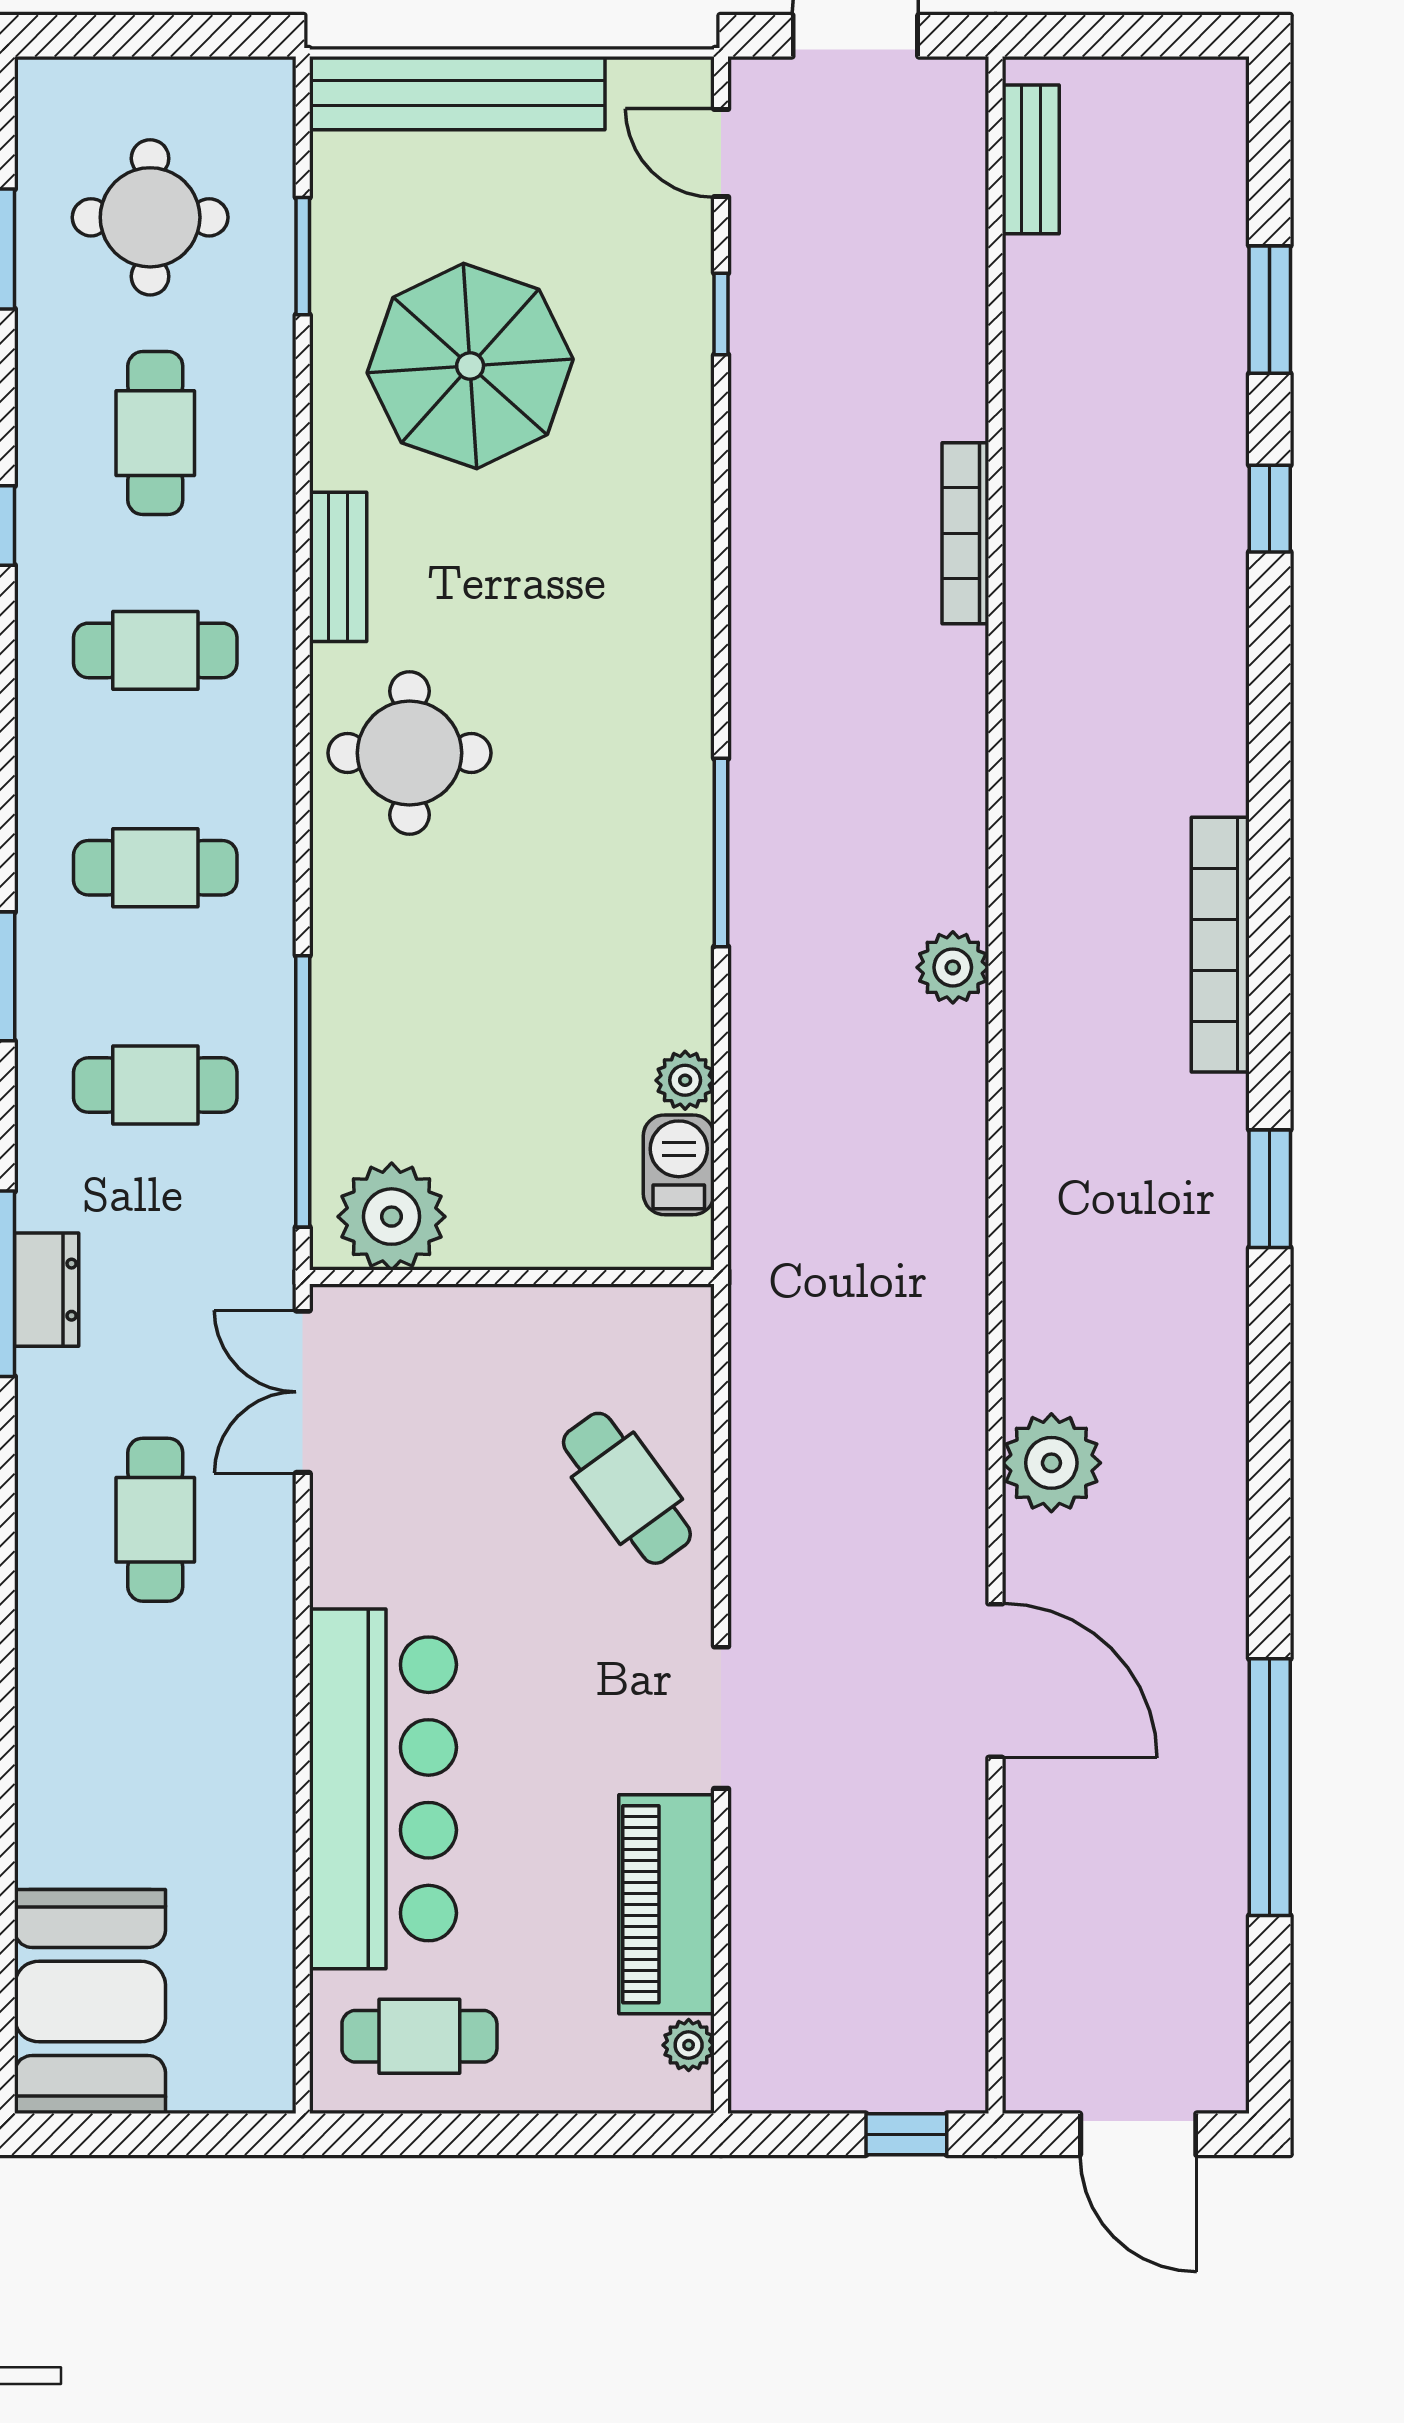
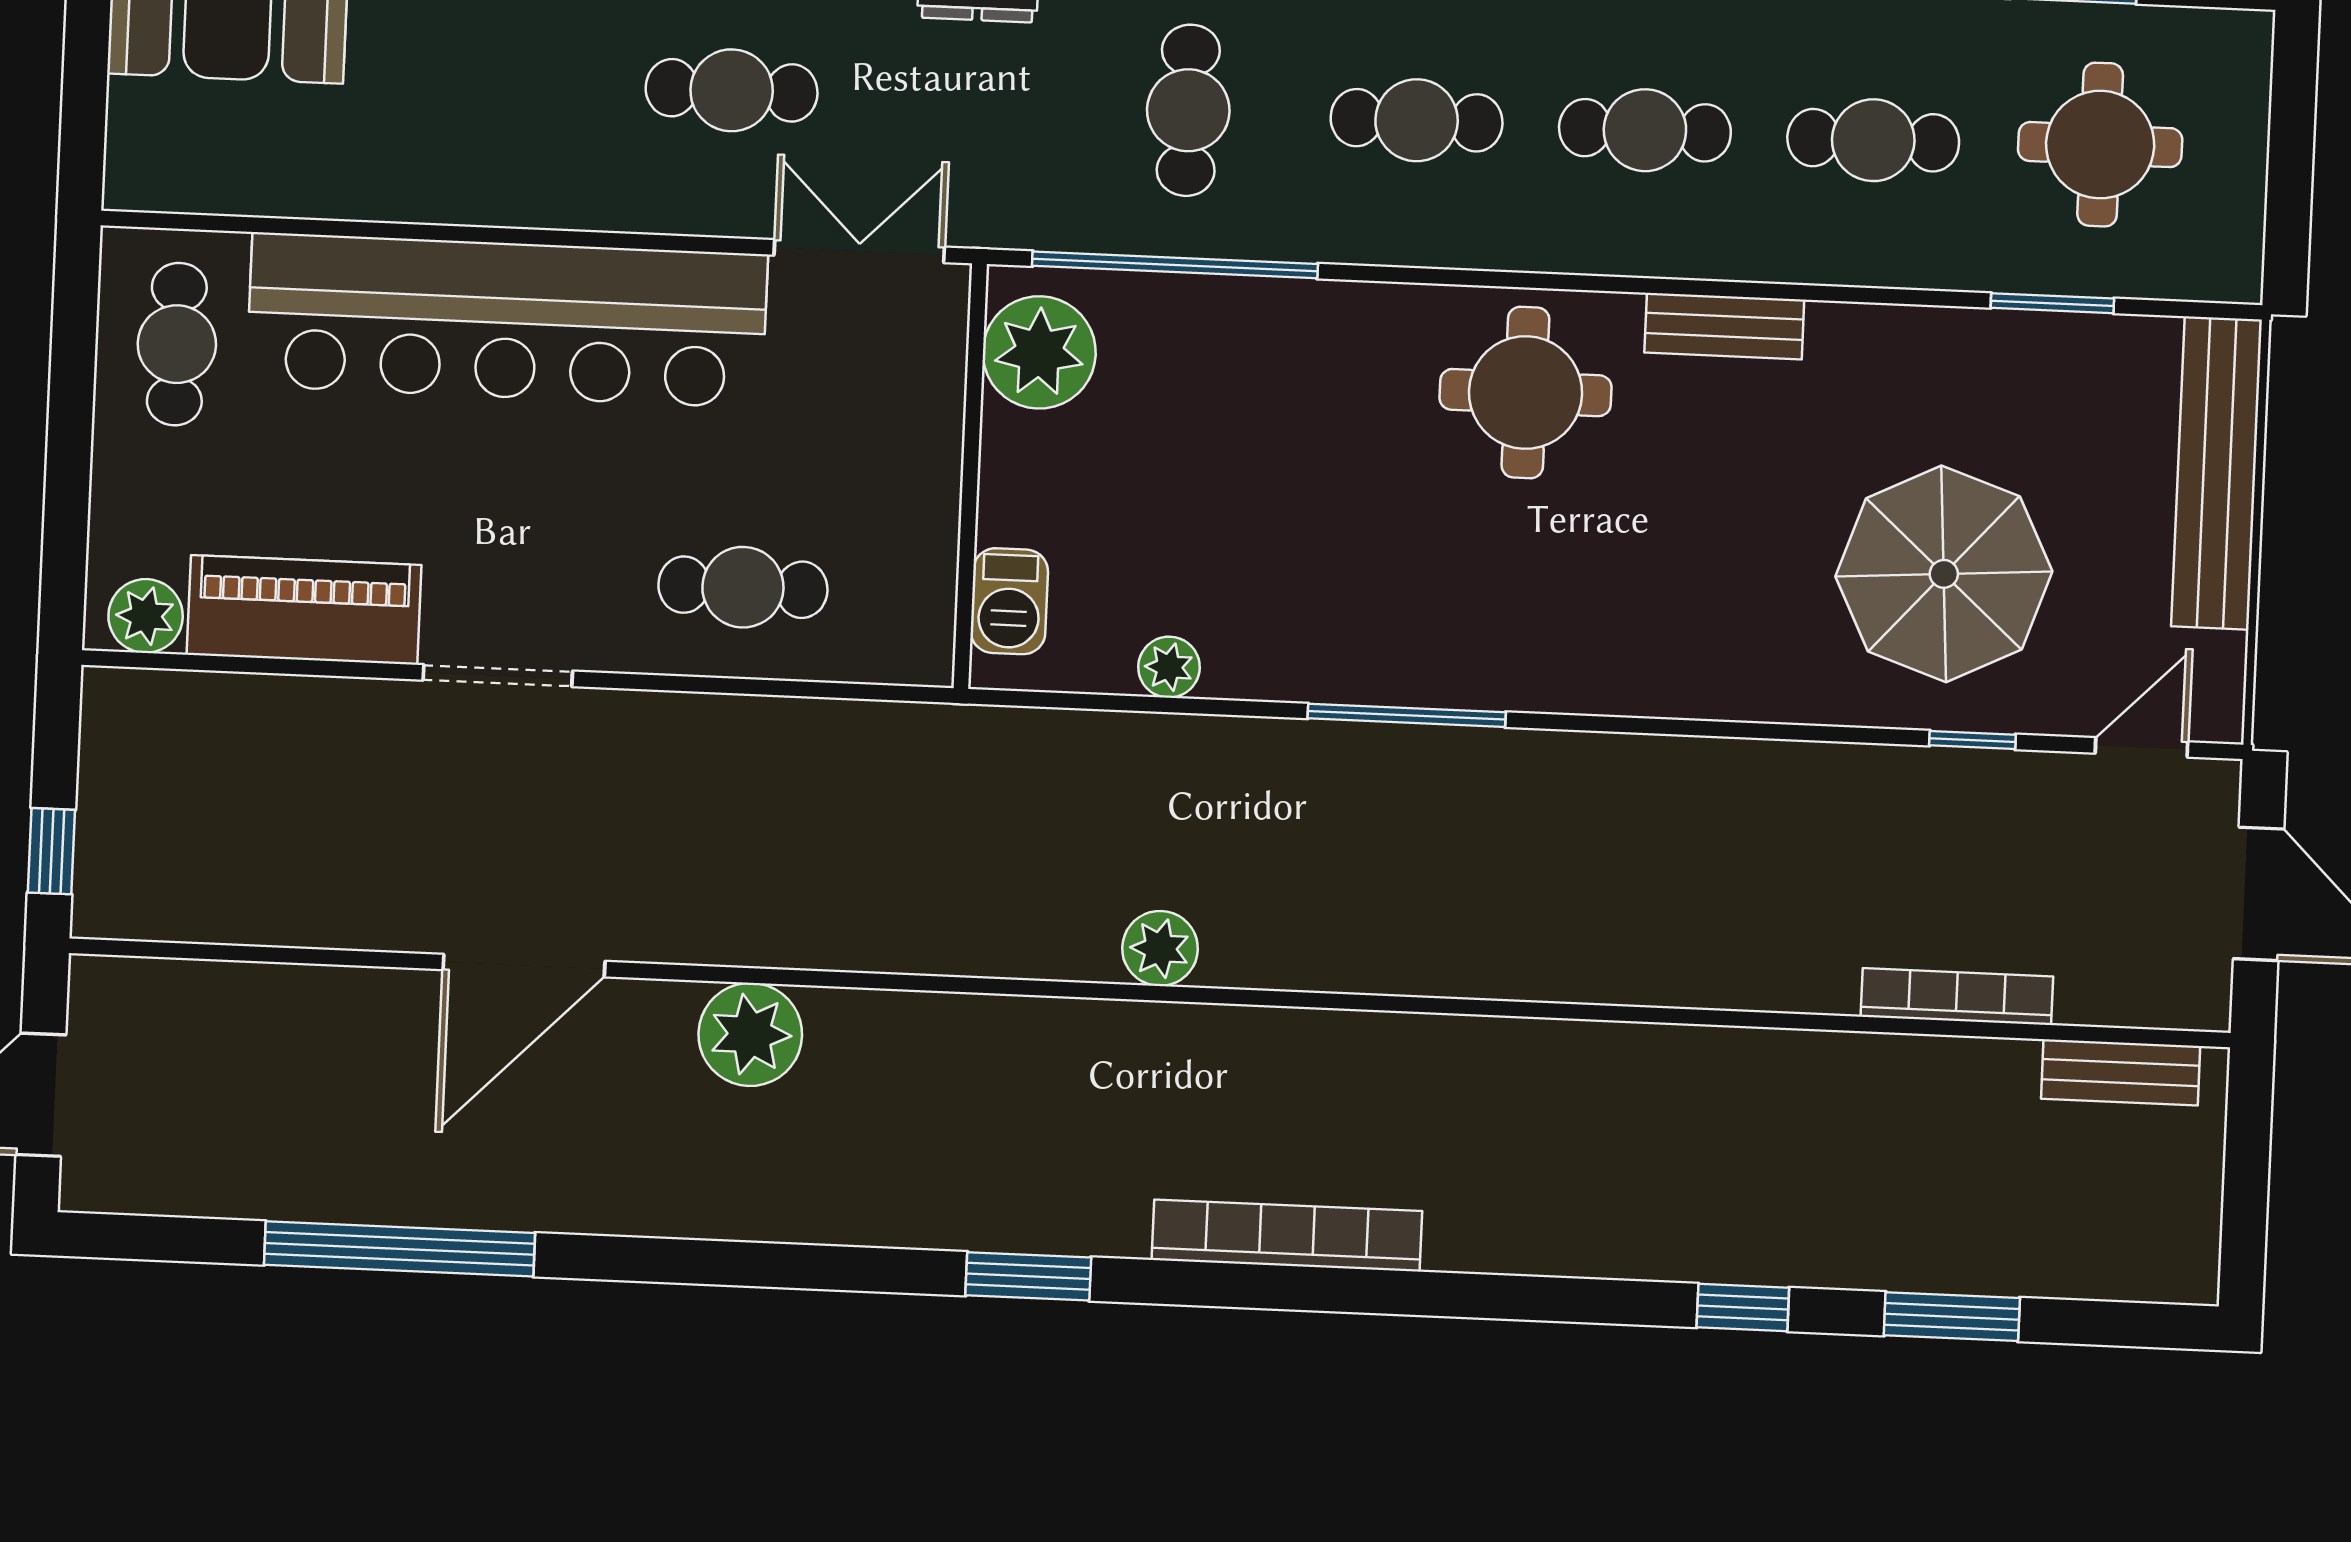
parasol: (470, 366) -> (1944, 574), moved
bookcase: (965, 533) -> (1957, 997), moved
cafe table: (155, 650) -> (1645, 130), turned 90
cafe table: (155, 868) -> (1417, 120), turned 90
plant: (953, 967) -> (1160, 948), moved
barbecue: (679, 1165) -> (1009, 601), moved, turned 90
cafe table: (627, 1488) -> (743, 587), turned 36
bar counter: (383, 1789) -> (507, 320), width x1.36
plant: (689, 2045) -> (146, 616), width x1.38, depth x1.38

